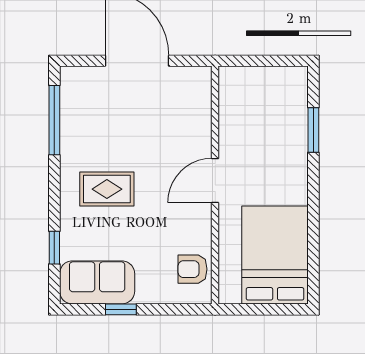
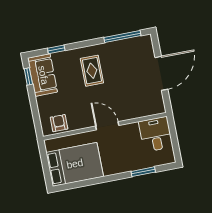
desk: (248, 94) -> (156, 134), added
window: (121, 309) -> (28, 76), moved

